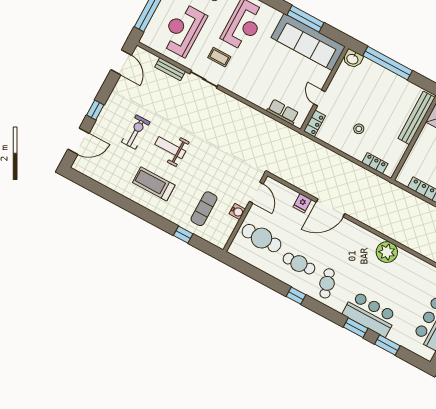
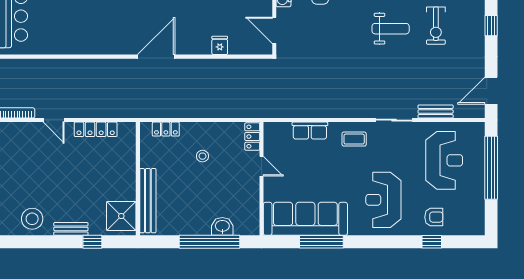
coffee table: (219, 57) -> (354, 139), moved
washbasin: (353, 59) -> (222, 226), moved
door: (121, 62) -> (491, 91), hinge flipped
row of seats: (283, 112) -> (310, 130), moved
door: (331, 208) -> (156, 57), moved
plant: (387, 252) -> (103, 42), removed

